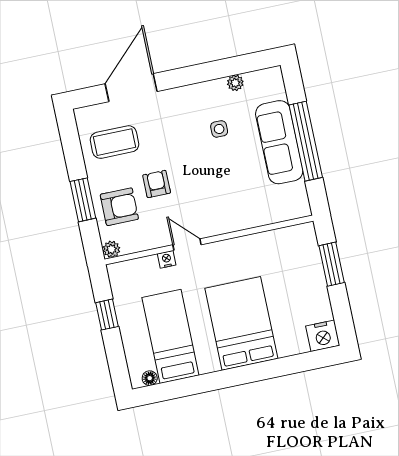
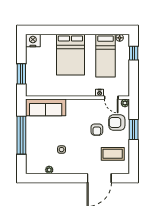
sofa: (279, 142) -> (46, 107), moved, turned 90
door: (187, 245) -> (111, 98), moved
window: (107, 315) -> (134, 53), moved

